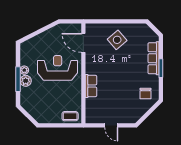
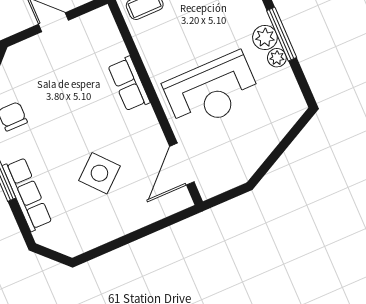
side table: (117, 40) -> (99, 173), moved
door: (83, 43) -> (182, 164), swing flipped

